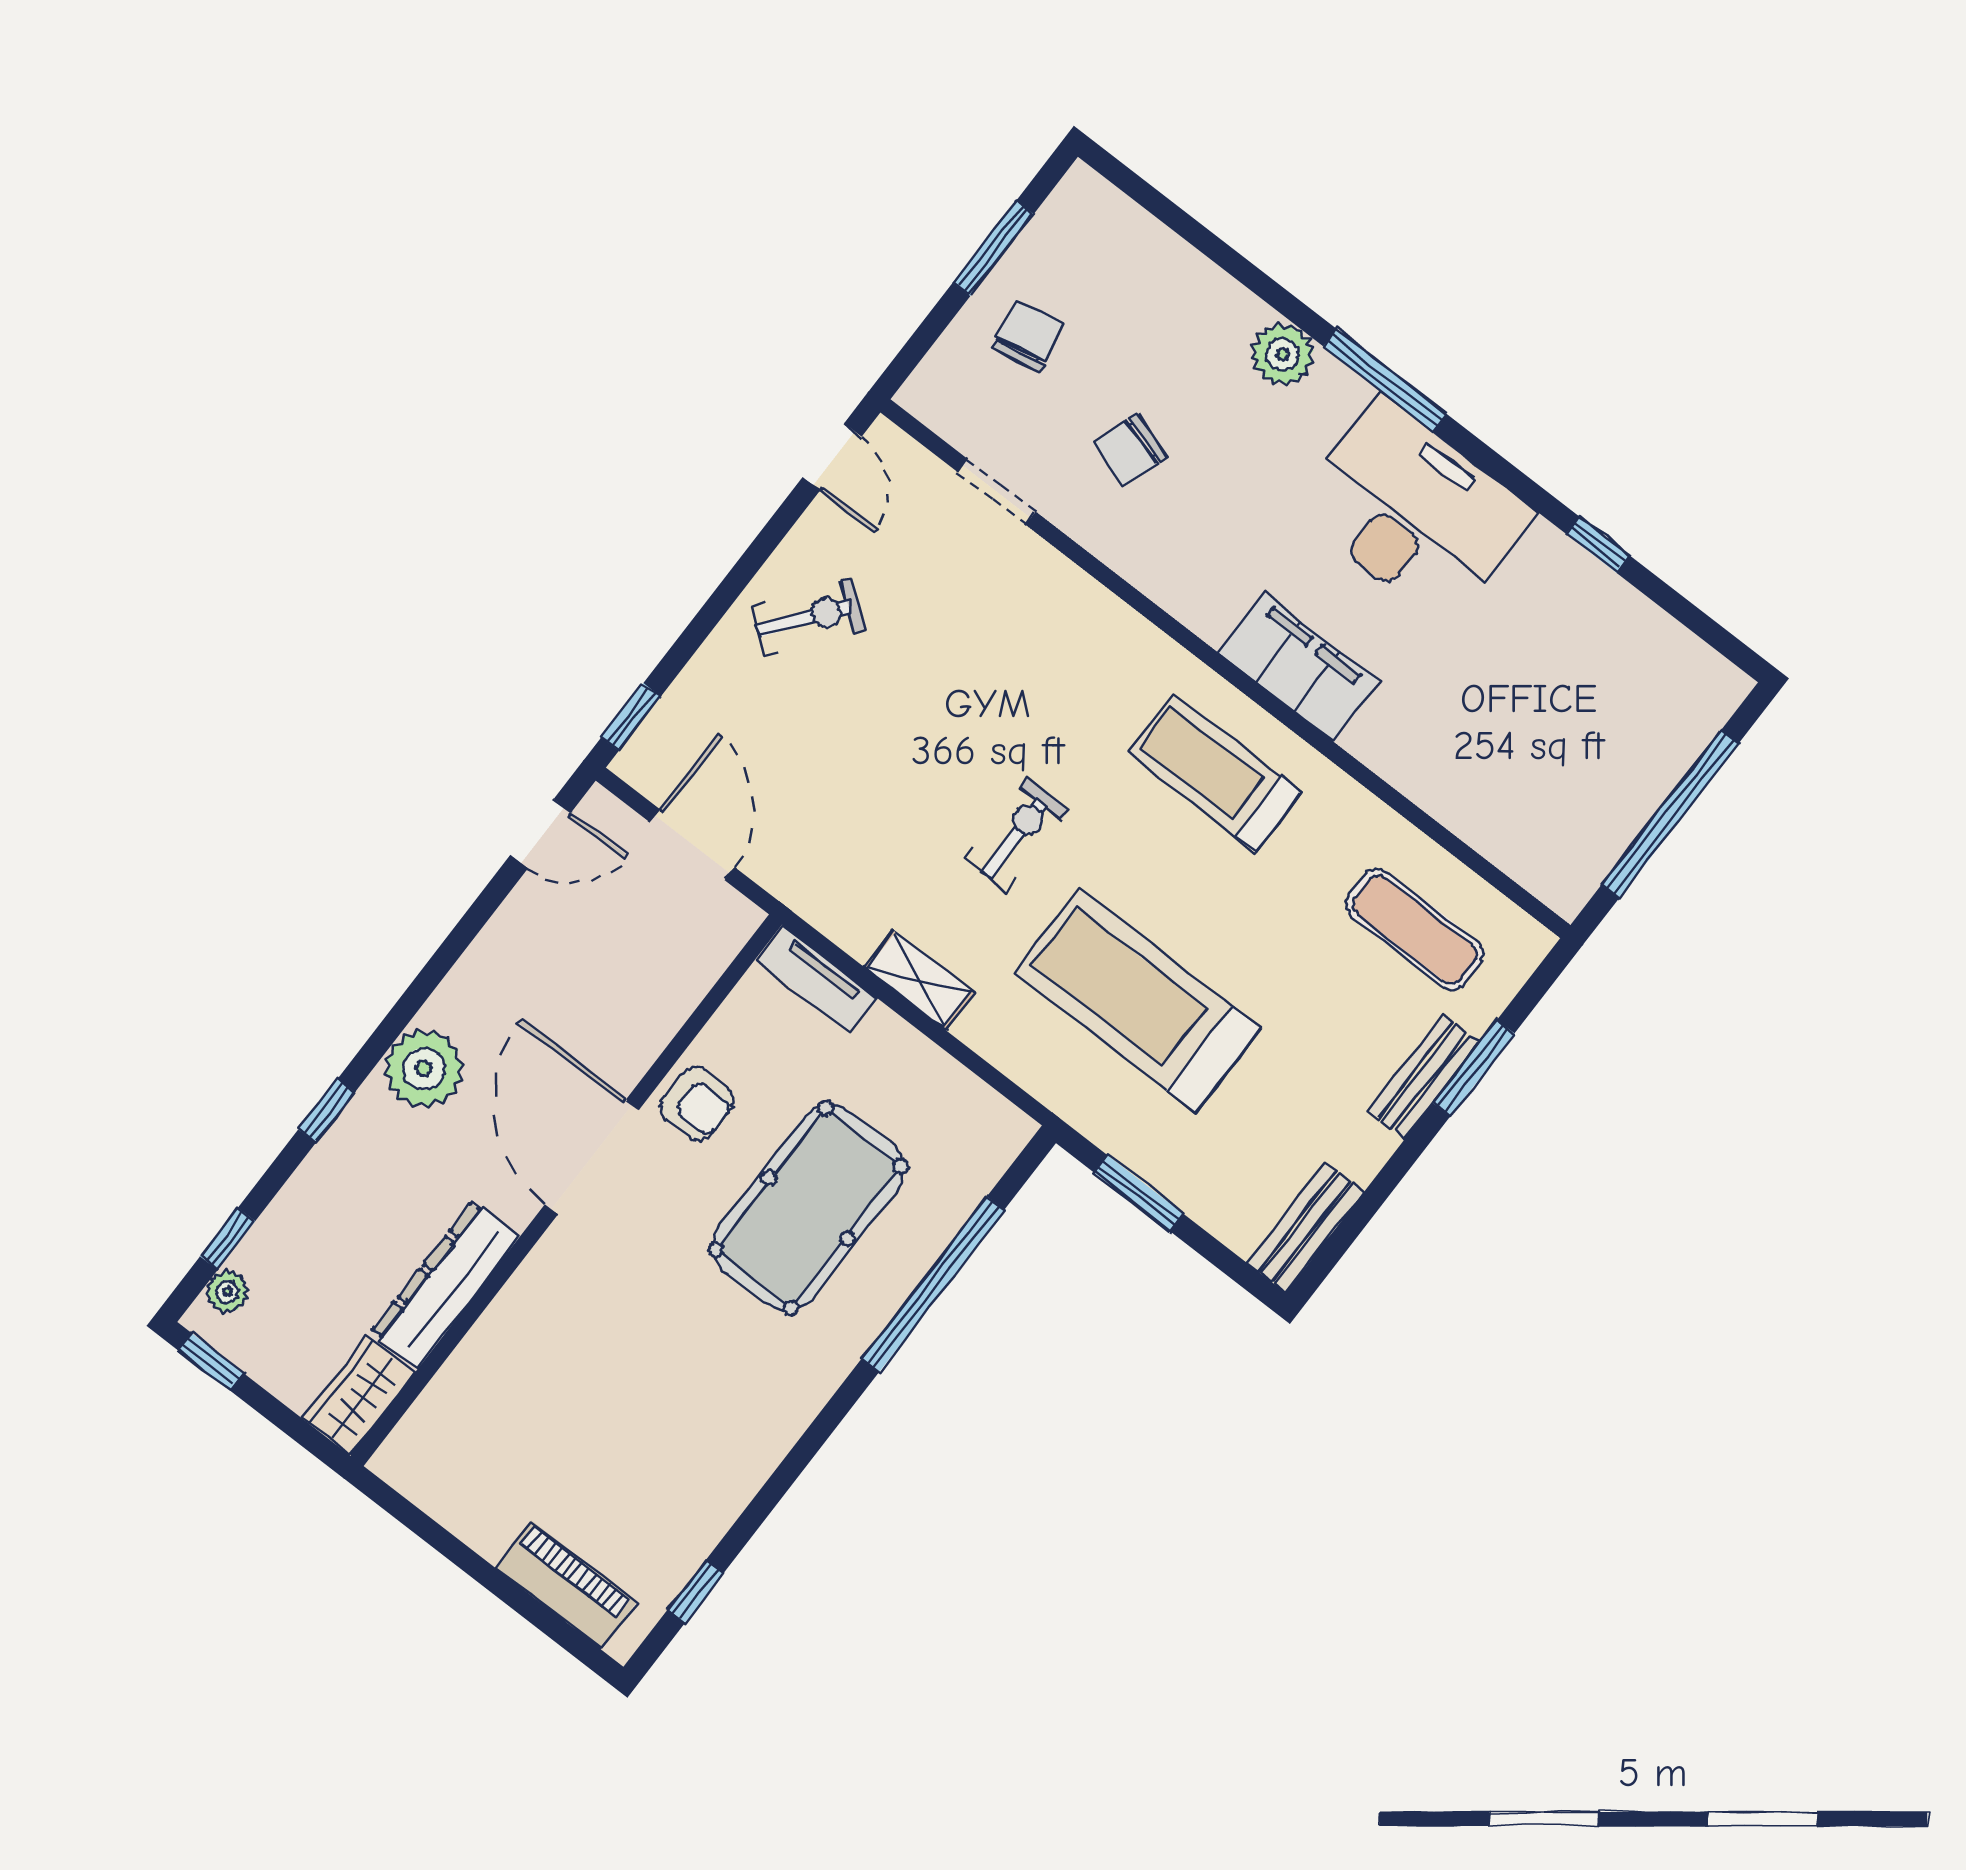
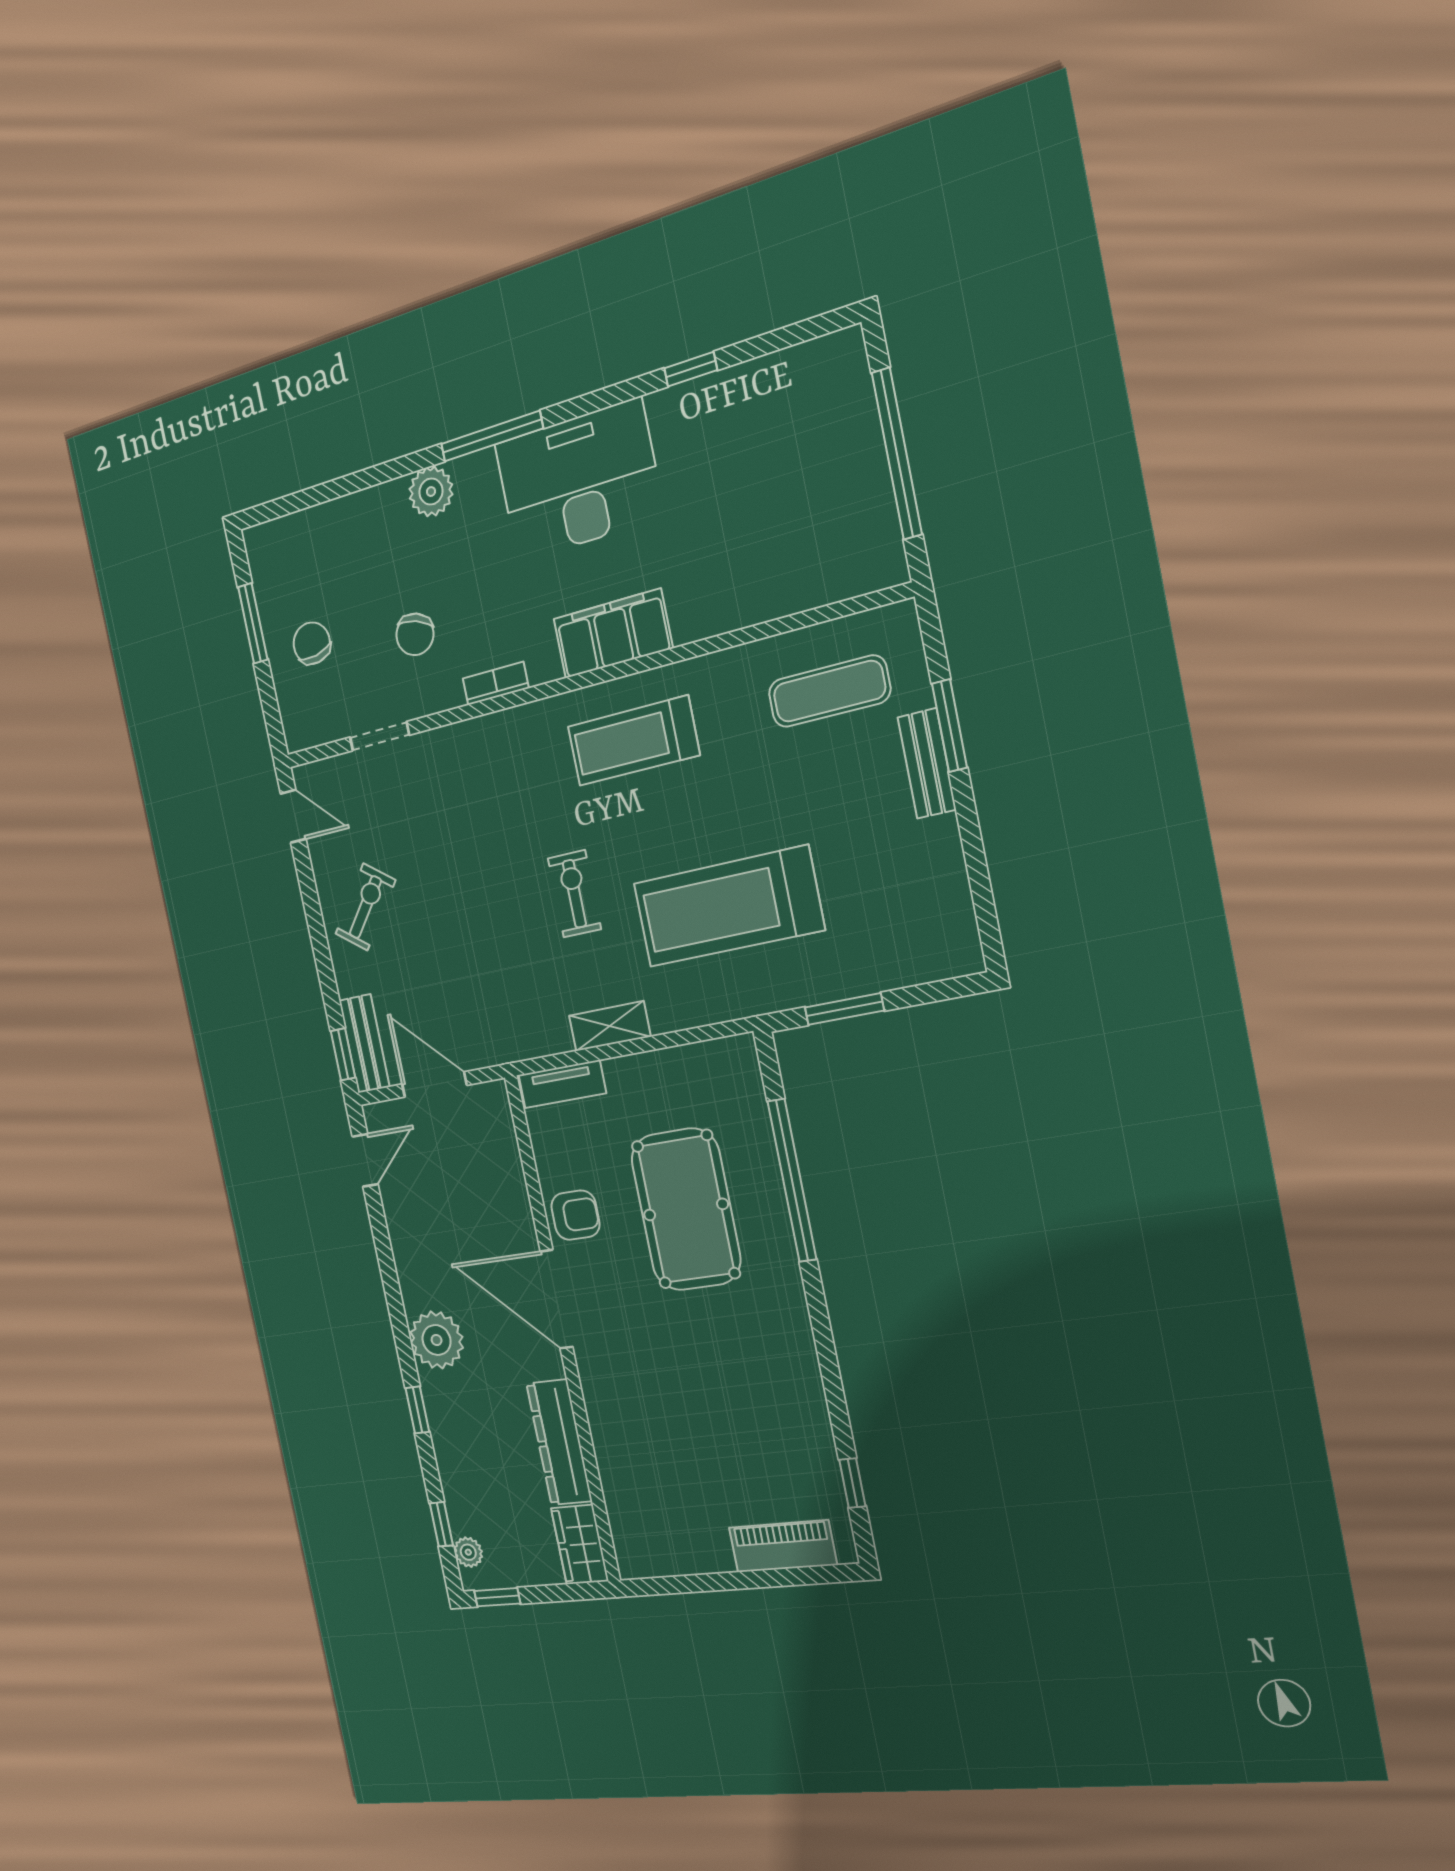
bookcase: (1152, 580) -> (496, 683), added
bench: (1306, 1228) -> (364, 1044), moved

